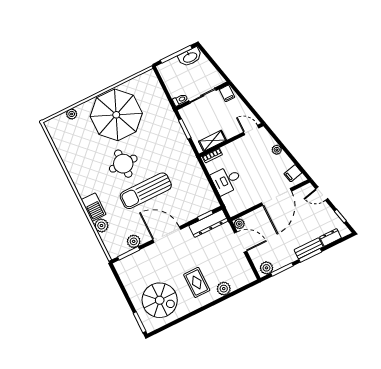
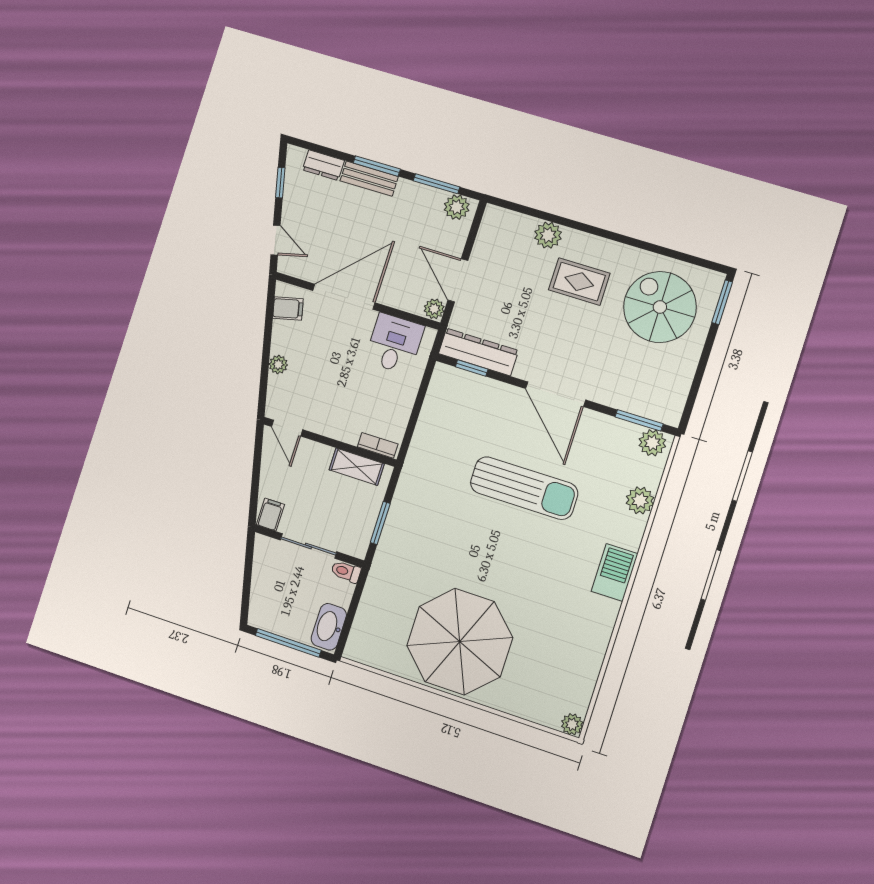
washbasin: (190, 57) -> (329, 627), moved, turned -90
plant: (72, 114) -> (572, 724), moved
round table: (123, 164) -> (519, 560), removed
desk: (227, 180) -> (394, 344), moved, turned -90
barbecue: (94, 207) -> (615, 573), moved
plant: (134, 241) -> (652, 443), moved
rug: (197, 282) -> (579, 282), turned 90

